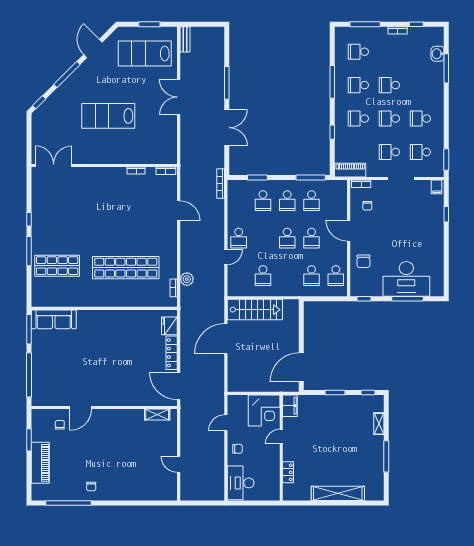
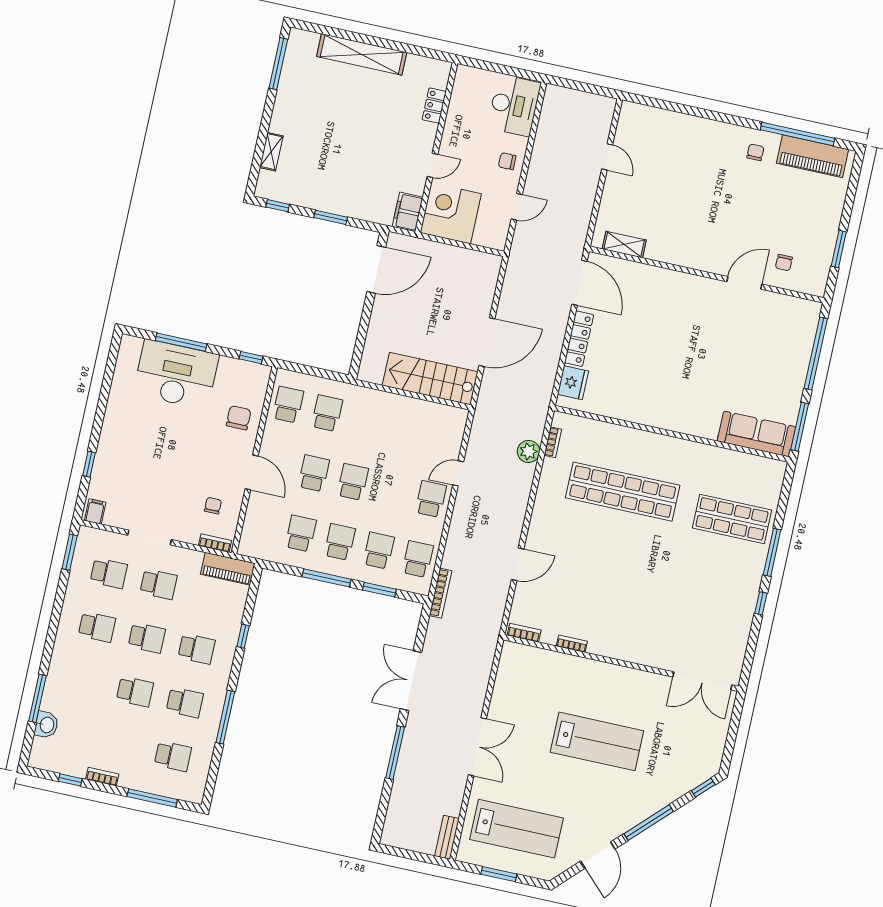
window: (311, 178) -> (327, 578), moved
door: (179, 211) -> (518, 564), swing flipped
school desk: (263, 276) -> (418, 559), moved
window: (386, 456) -> (278, 64), moved
piano: (40, 463) -> (813, 156), moved, turned -90

